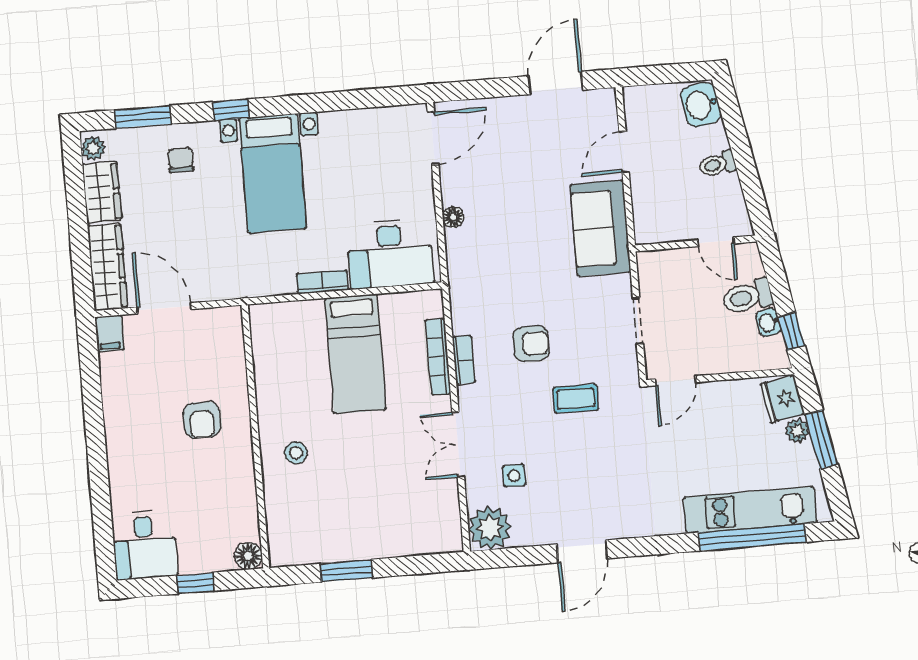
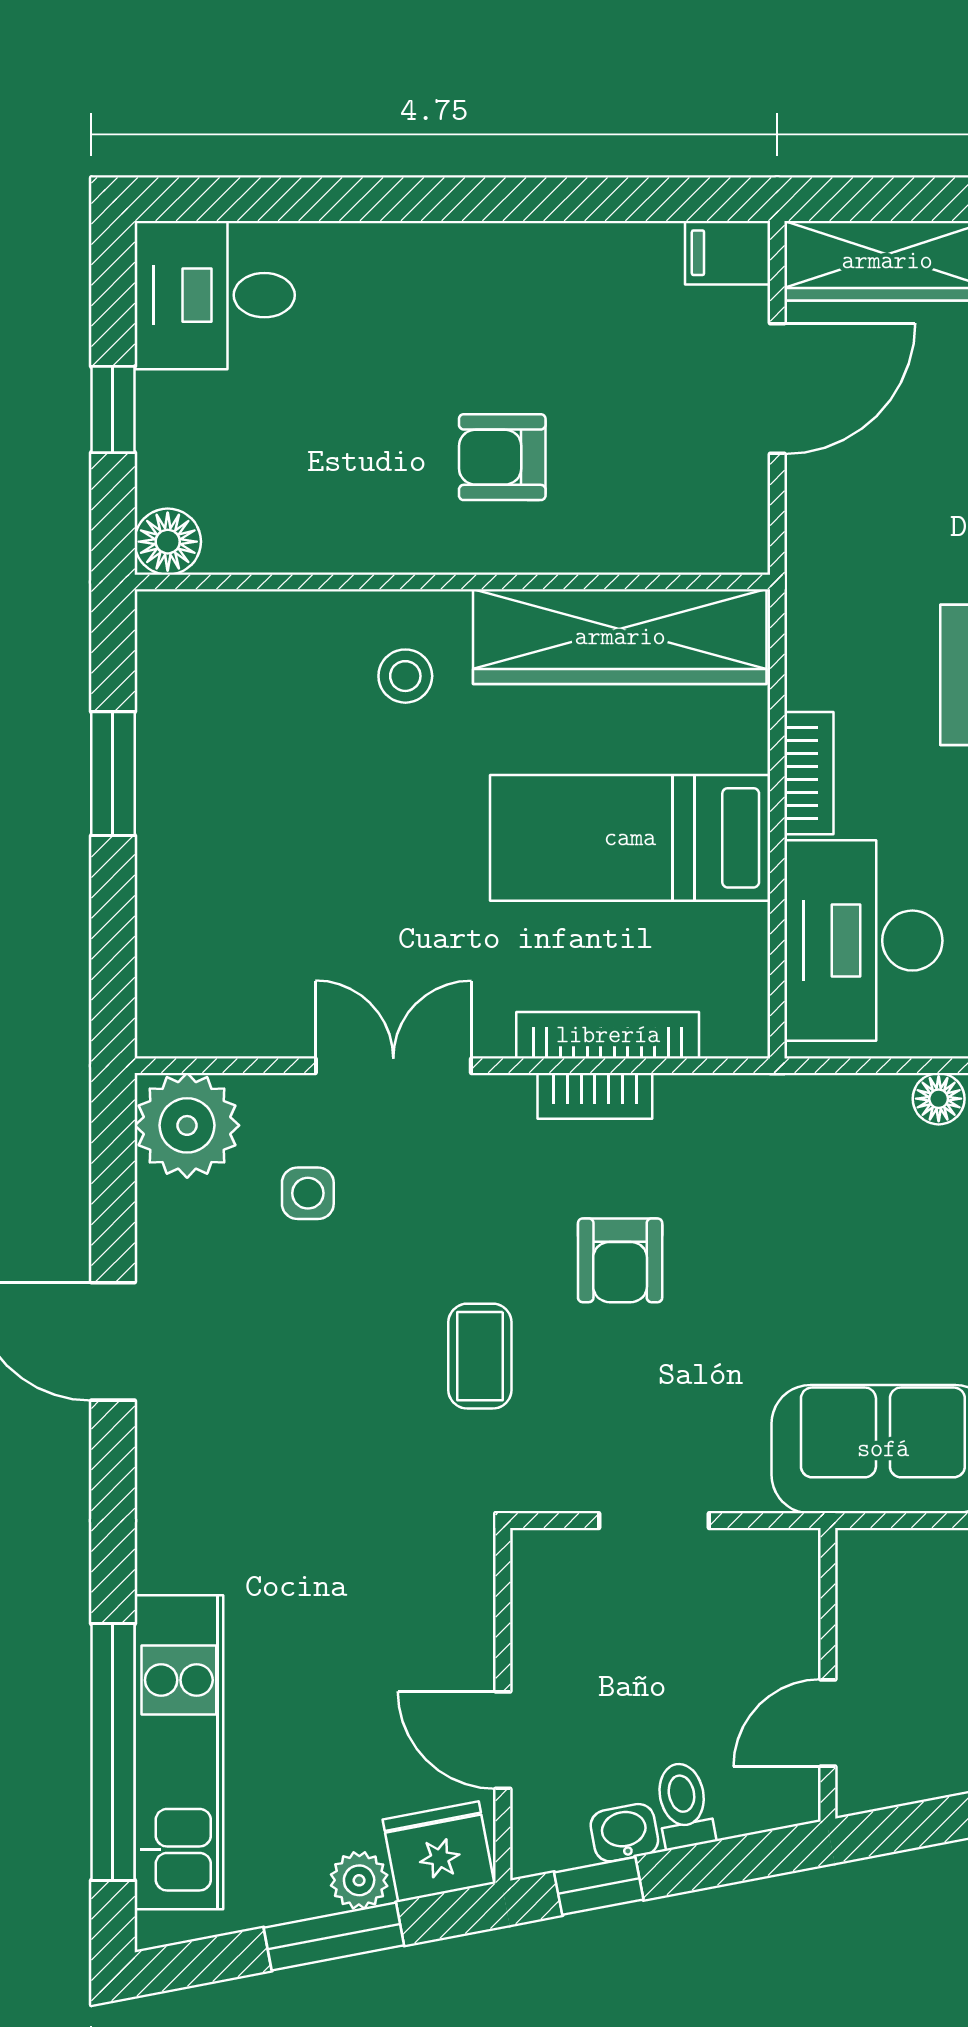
toilet: (747, 297) -> (684, 1805), width x0.73, depth x0.72
wardrobe: (272, 365) -> (620, 637), added
door: (675, 381) -> (503, 1740), moved

